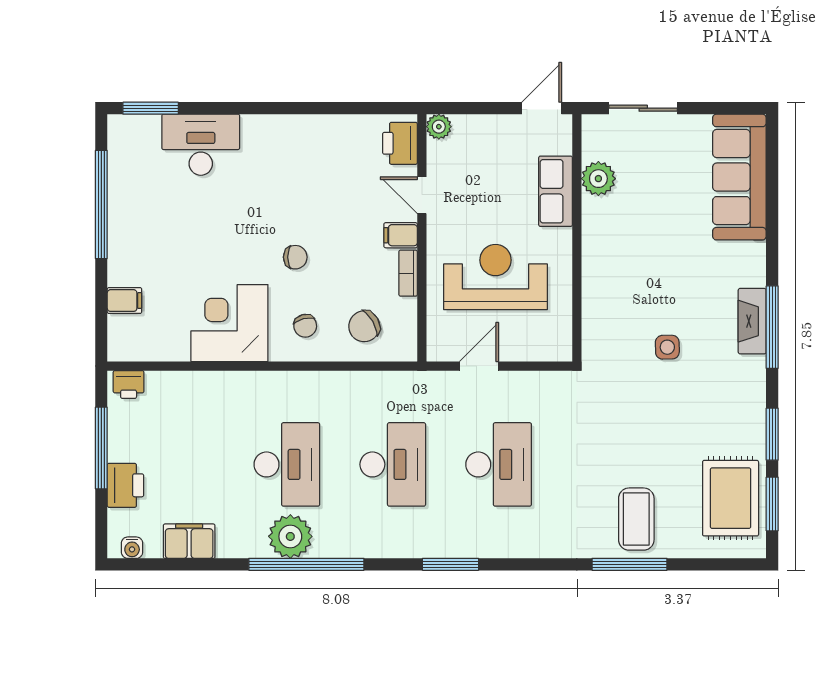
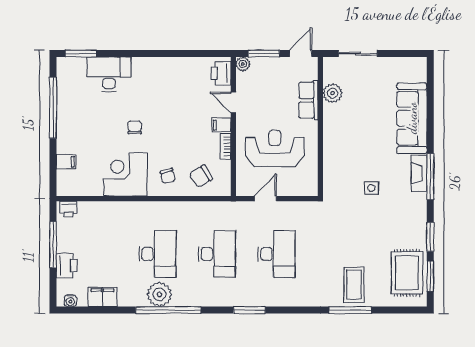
window: (476, 108) -> (264, 54), added
sofa: (739, 177) -> (412, 118), moved
chair: (295, 257) -> (135, 127), moved, turned -90

